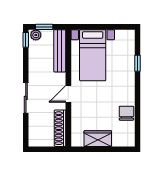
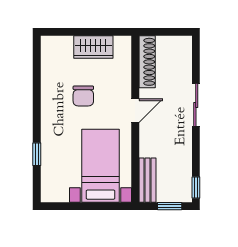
plant: (36, 35) -> (182, 195), removed
bench: (60, 51) -> (148, 180), width x0.73
chair: (126, 113) -> (83, 96), moved

